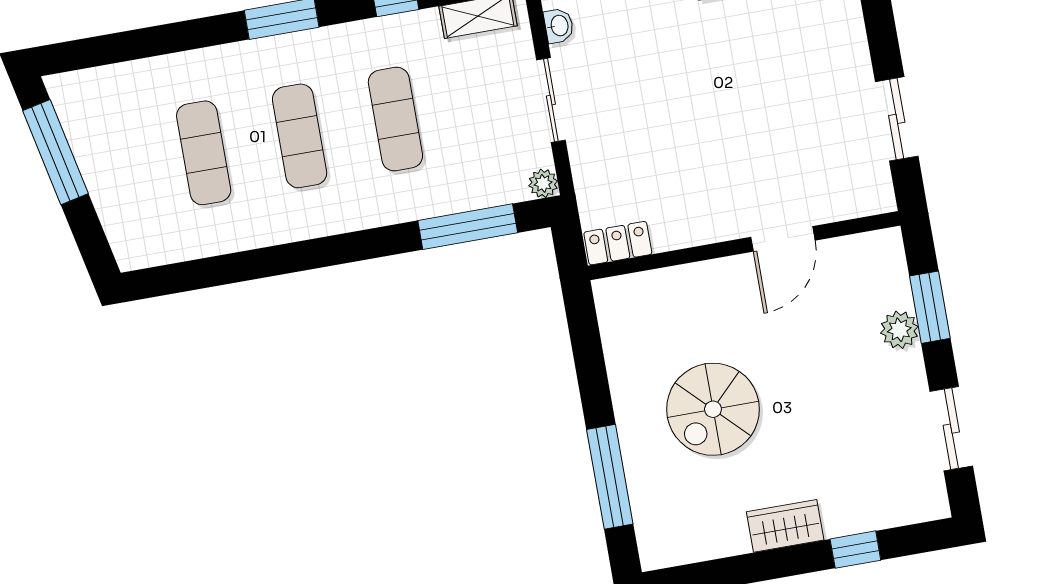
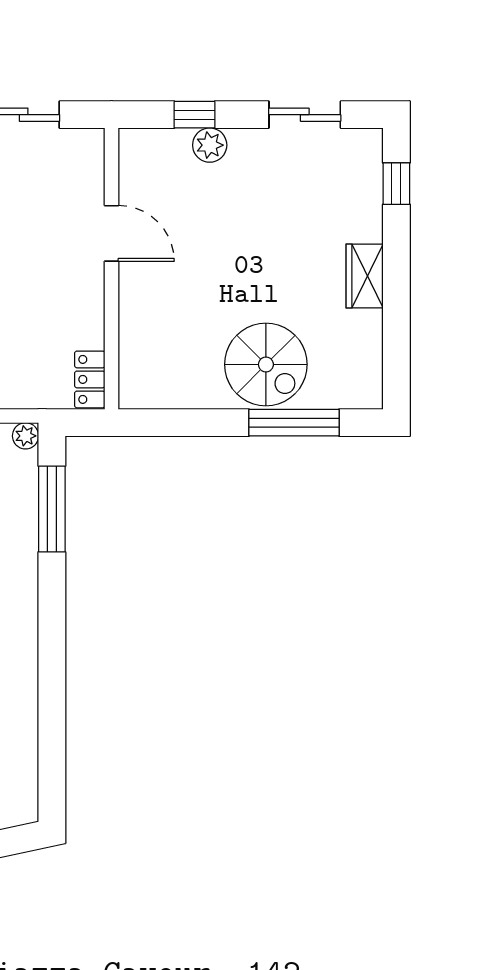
window: (930, 307) -> (195, 115), width x0.67
spiral stairs: (713, 409) -> (266, 364), moved
window: (855, 550) -> (396, 184), moved

